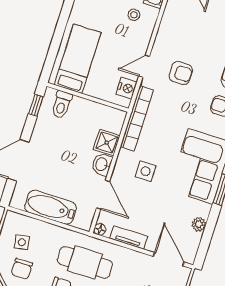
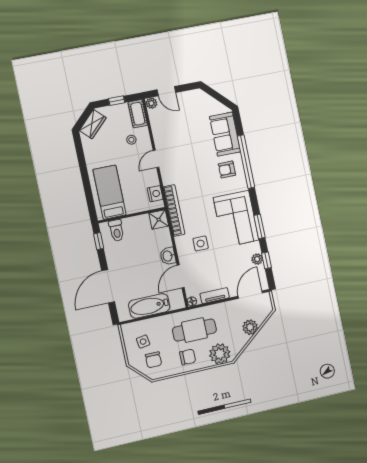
door: (144, 66) -> (156, 159), moved
armchair: (181, 73) -> (187, 162), removed
shower: (107, 143) -> (159, 220), moved
door: (103, 195) -> (181, 276), swing flipped
window: (208, 232) -> (266, 260), added
door: (169, 259) -> (250, 295), hinge flipped

